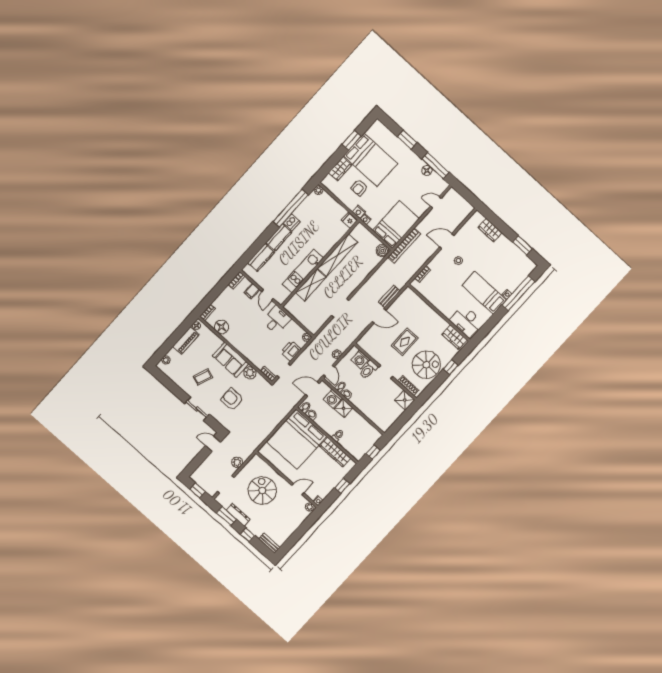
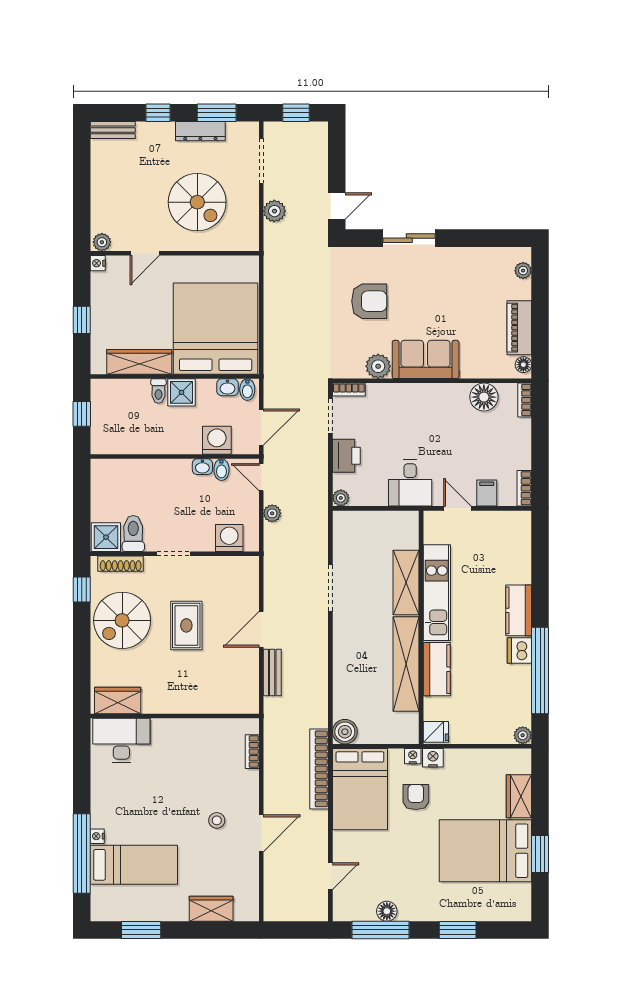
armchair: (359, 188) -> (416, 797), moved
kitchen counter: (261, 258) -> (437, 669), moved, turned 180
bed: (484, 293) -> (134, 865), moved
window: (451, 367) -> (82, 589), moved
toilet: (368, 370) -> (133, 533), moved
coffee table: (203, 377) -> (444, 295), removed
shower: (344, 408) -> (181, 392), moved

